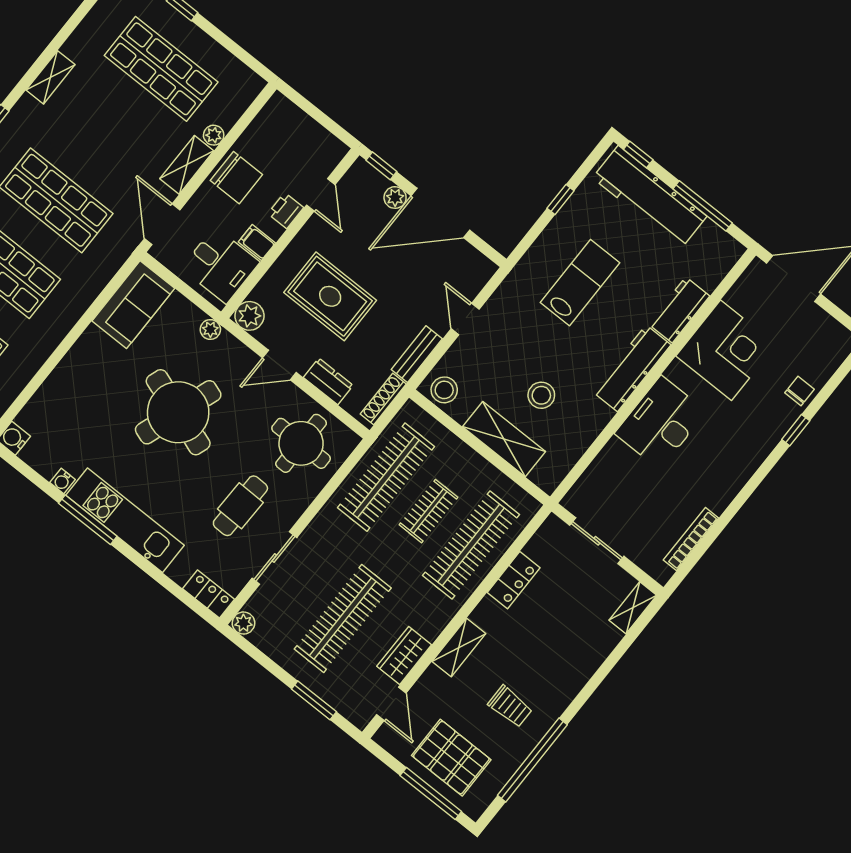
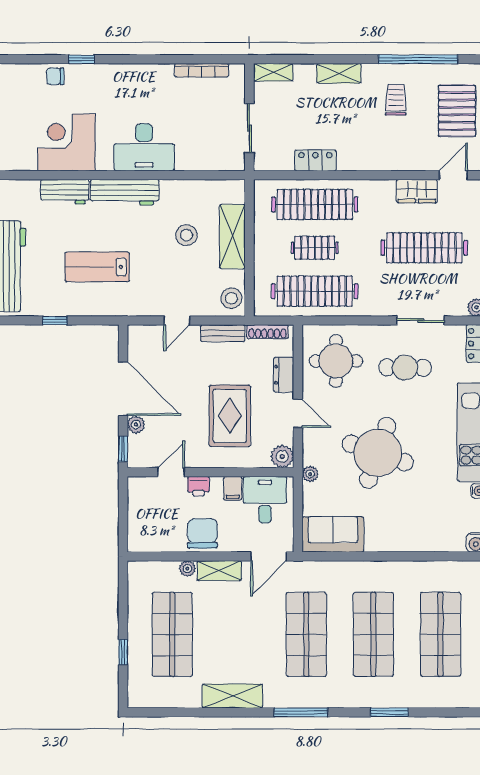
shelving: (51, 77) -> (232, 696), width x1.50, depth x1.33
shelving: (459, 647) -> (339, 73), moved

